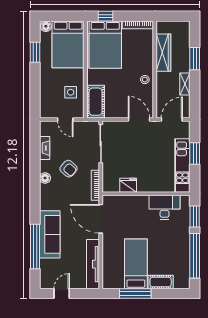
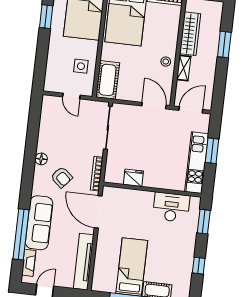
shelving: (185, 84) -> (184, 68), moved
fireplace: (45, 148) -> (29, 263), moved
armchair: (69, 169) -> (62, 177), moved
window: (195, 256) -> (199, 266), width x0.32

